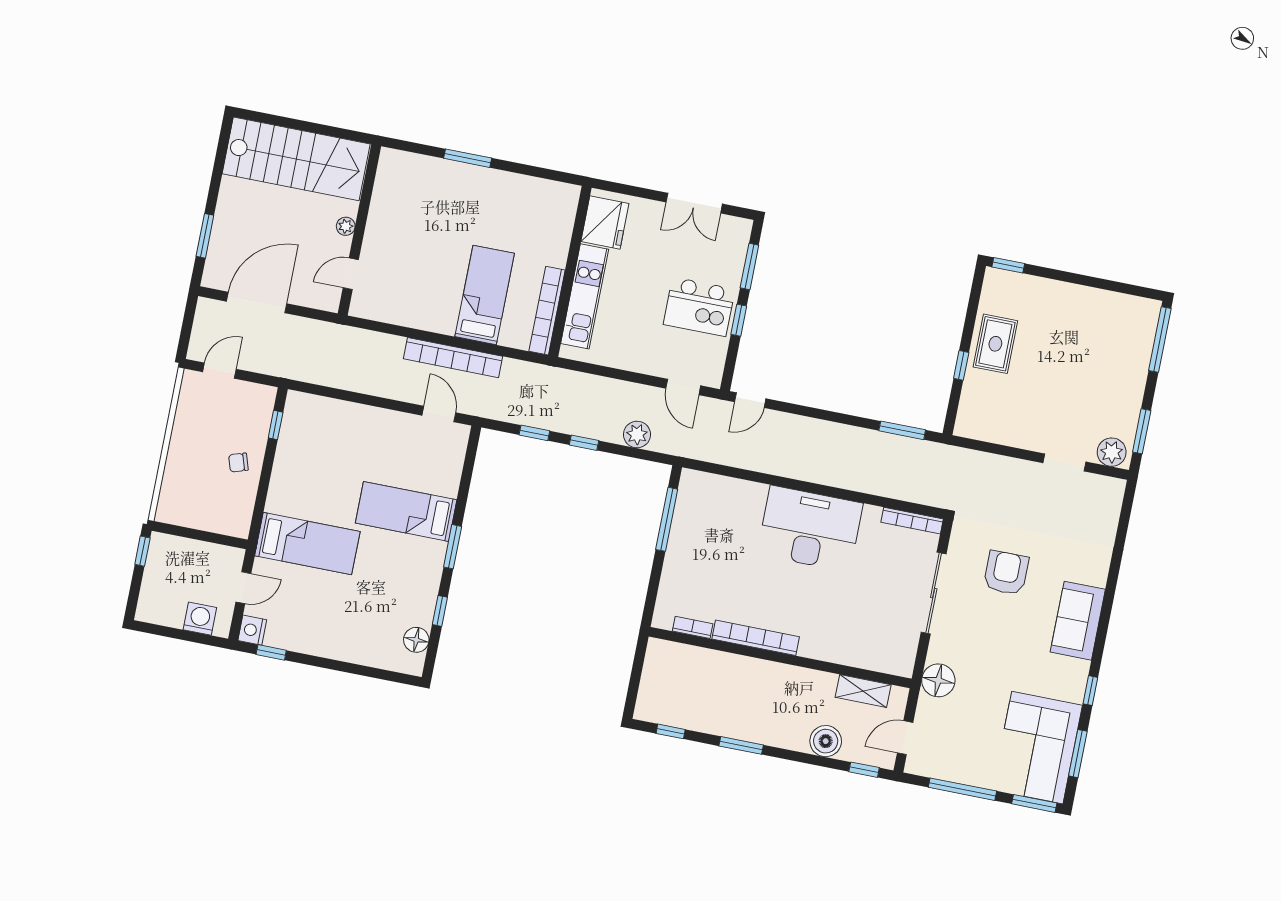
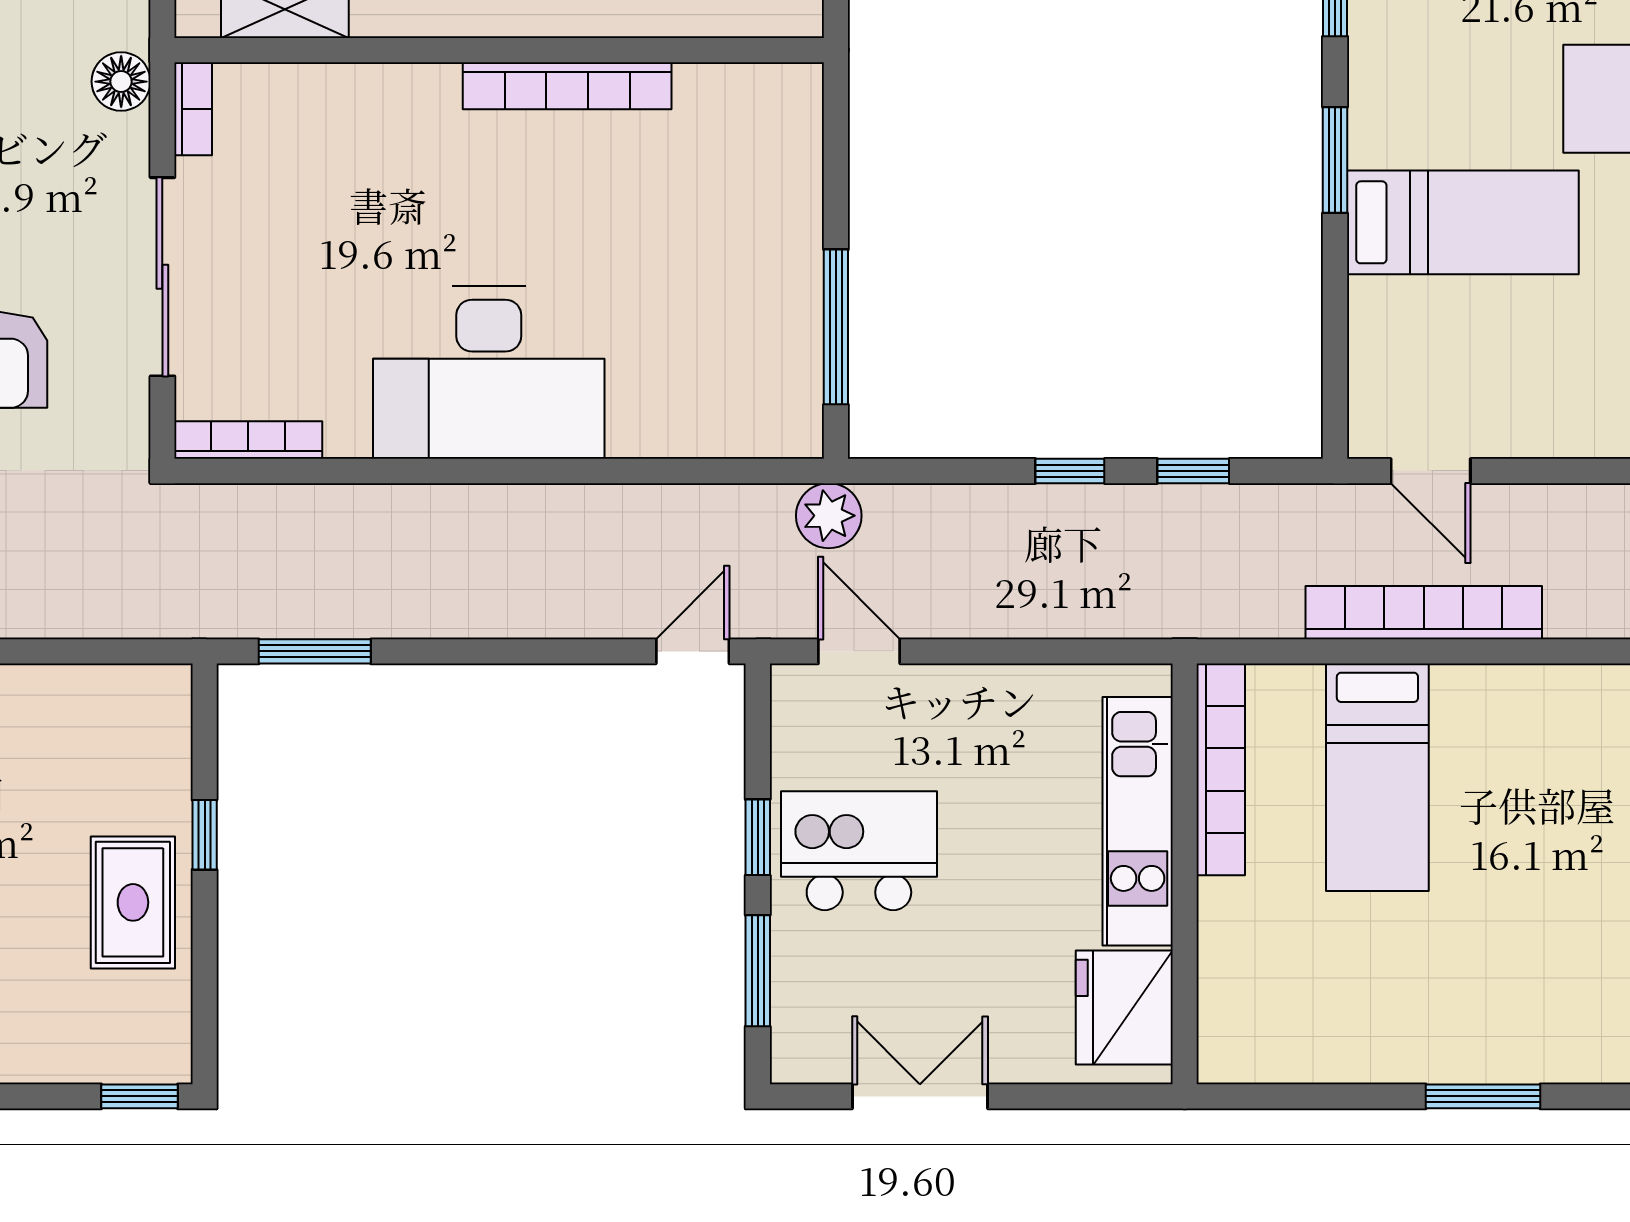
plant: (637, 435) -> (829, 516), moved
bookcase: (693, 627) -> (193, 109), moved, turned -90
floor lamp: (938, 680) -> (121, 82), width x0.73, depth x0.73

